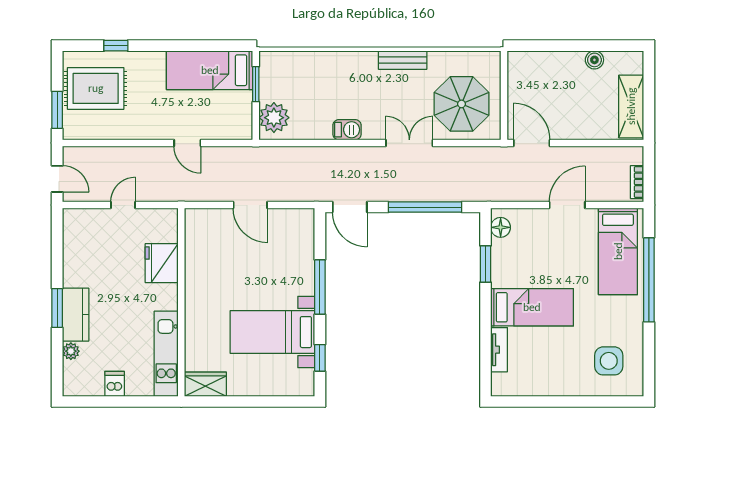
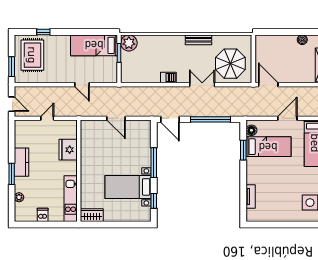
rug: (96, 88) -> (32, 55), turned 90
plant: (274, 118) -> (129, 43), moved
bed: (532, 307) -> (268, 147), moved
kitchen counter: (76, 315) -> (22, 162), moved

